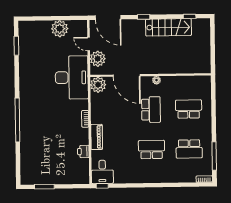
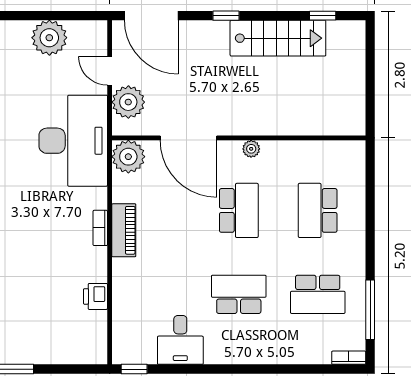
school desk: (189, 109) -> (318, 210), turned -90
piano: (97, 137) -> (124, 230), moved
desk: (102, 172) -> (180, 340), moved

